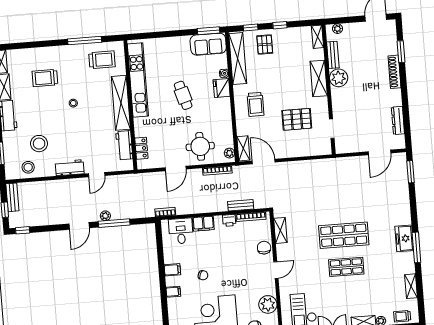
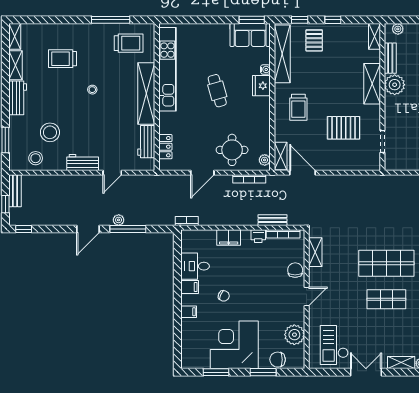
desk: (181, 231) -> (195, 266), moved, turned -90

